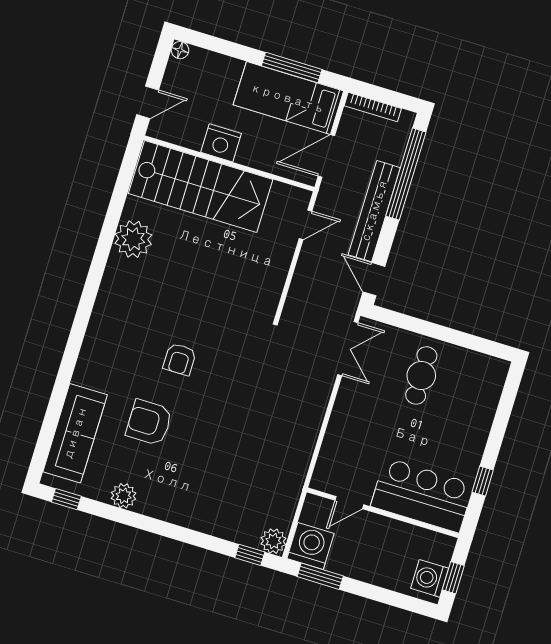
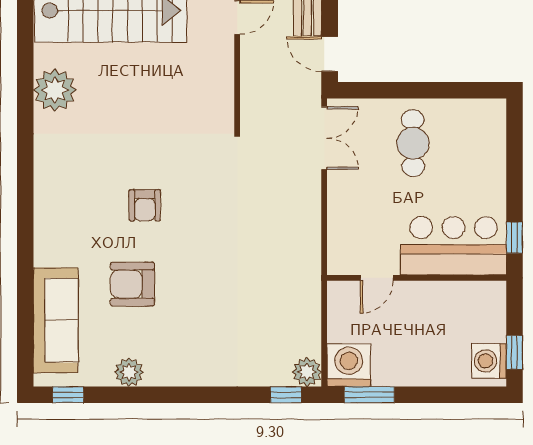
bar counter: (422, 495) -> (453, 246), moved
door: (349, 503) -> (377, 278), moved
wall: (383, 513) -> (417, 278), moved

